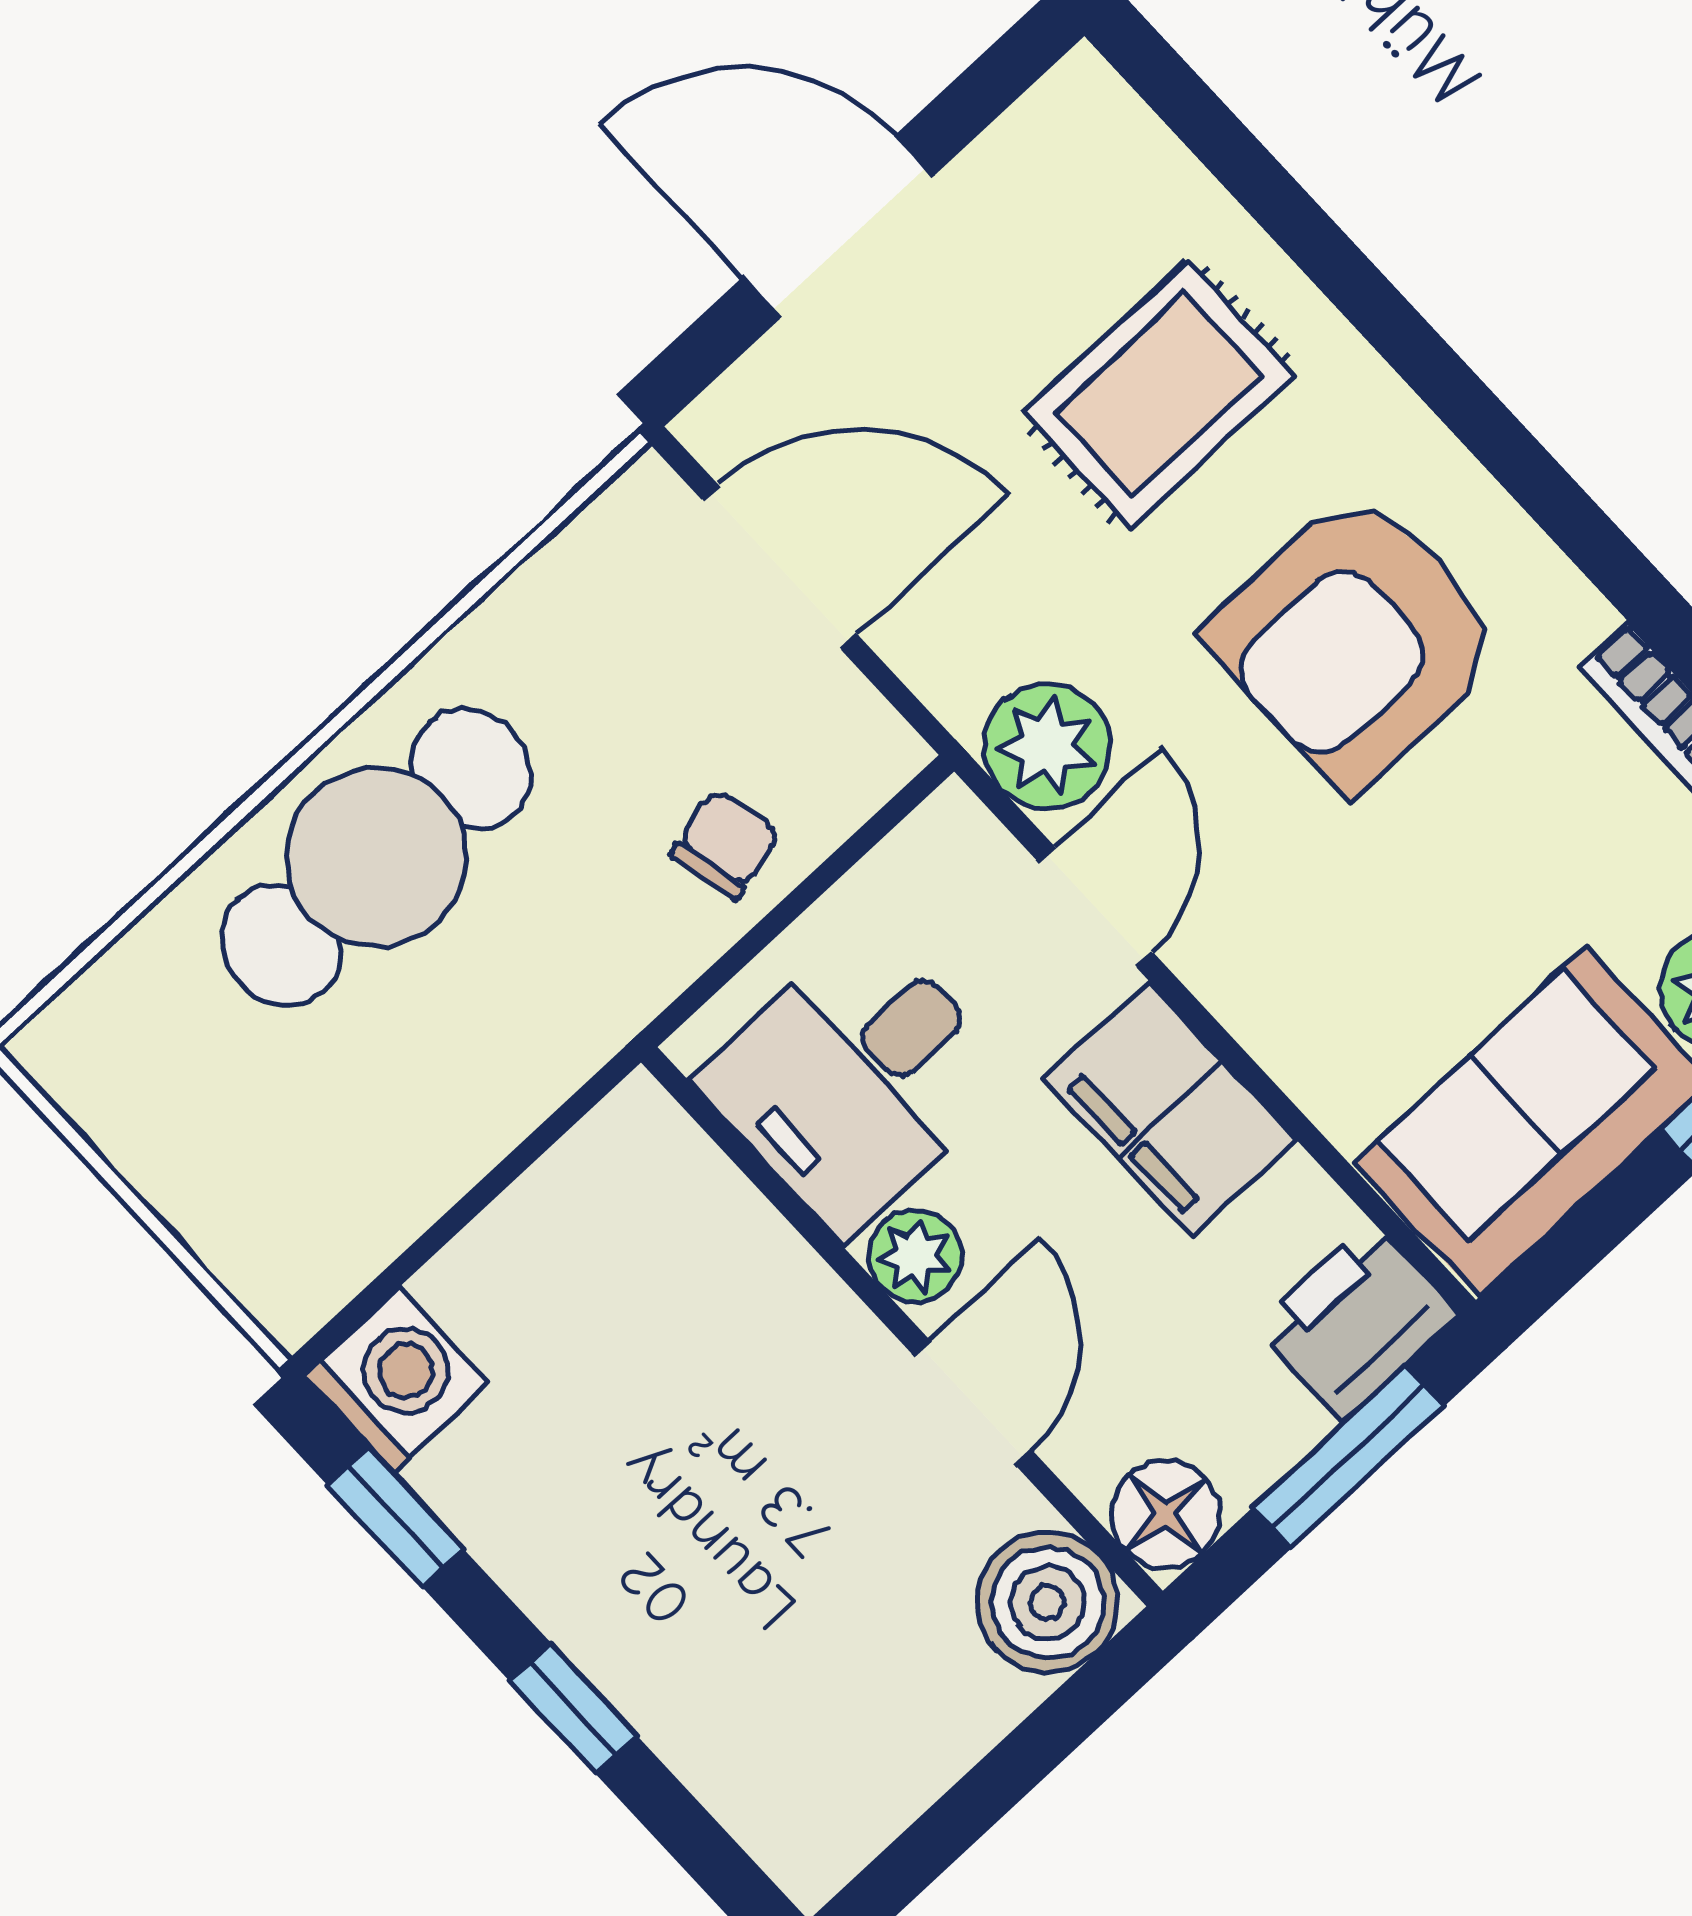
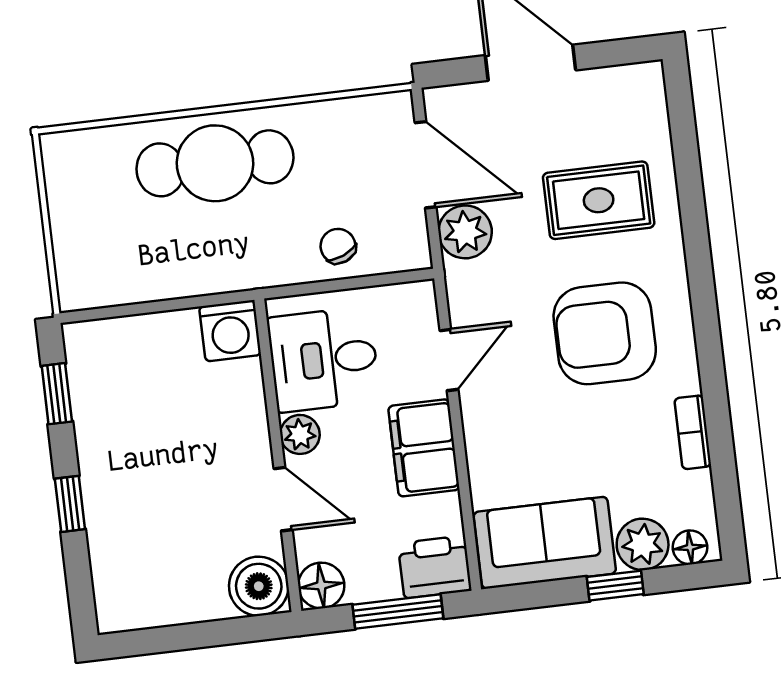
plant: (1047, 746) -> (465, 232), moved
chair: (726, 844) -> (338, 246), turned -100
washing machine: (396, 1380) -> (230, 331), moved, turned 90
door: (973, 1403) -> (283, 499), hinge flipped

